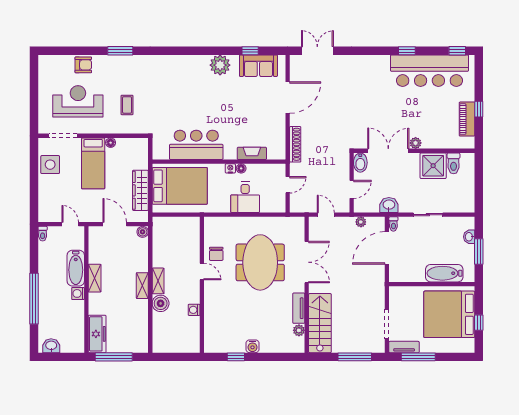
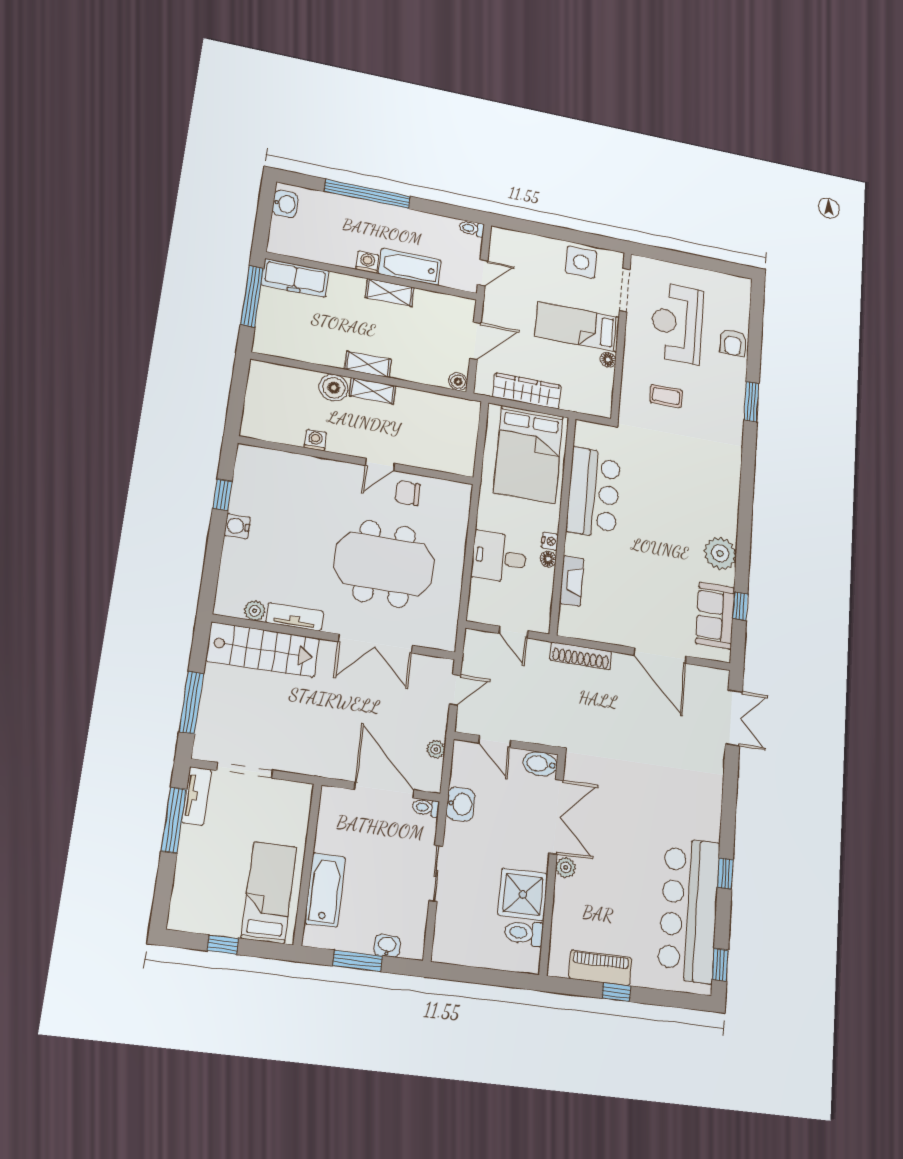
reception desk: (78, 101) -> (677, 323), turned 180
bed: (449, 314) -> (269, 892), width x0.49

